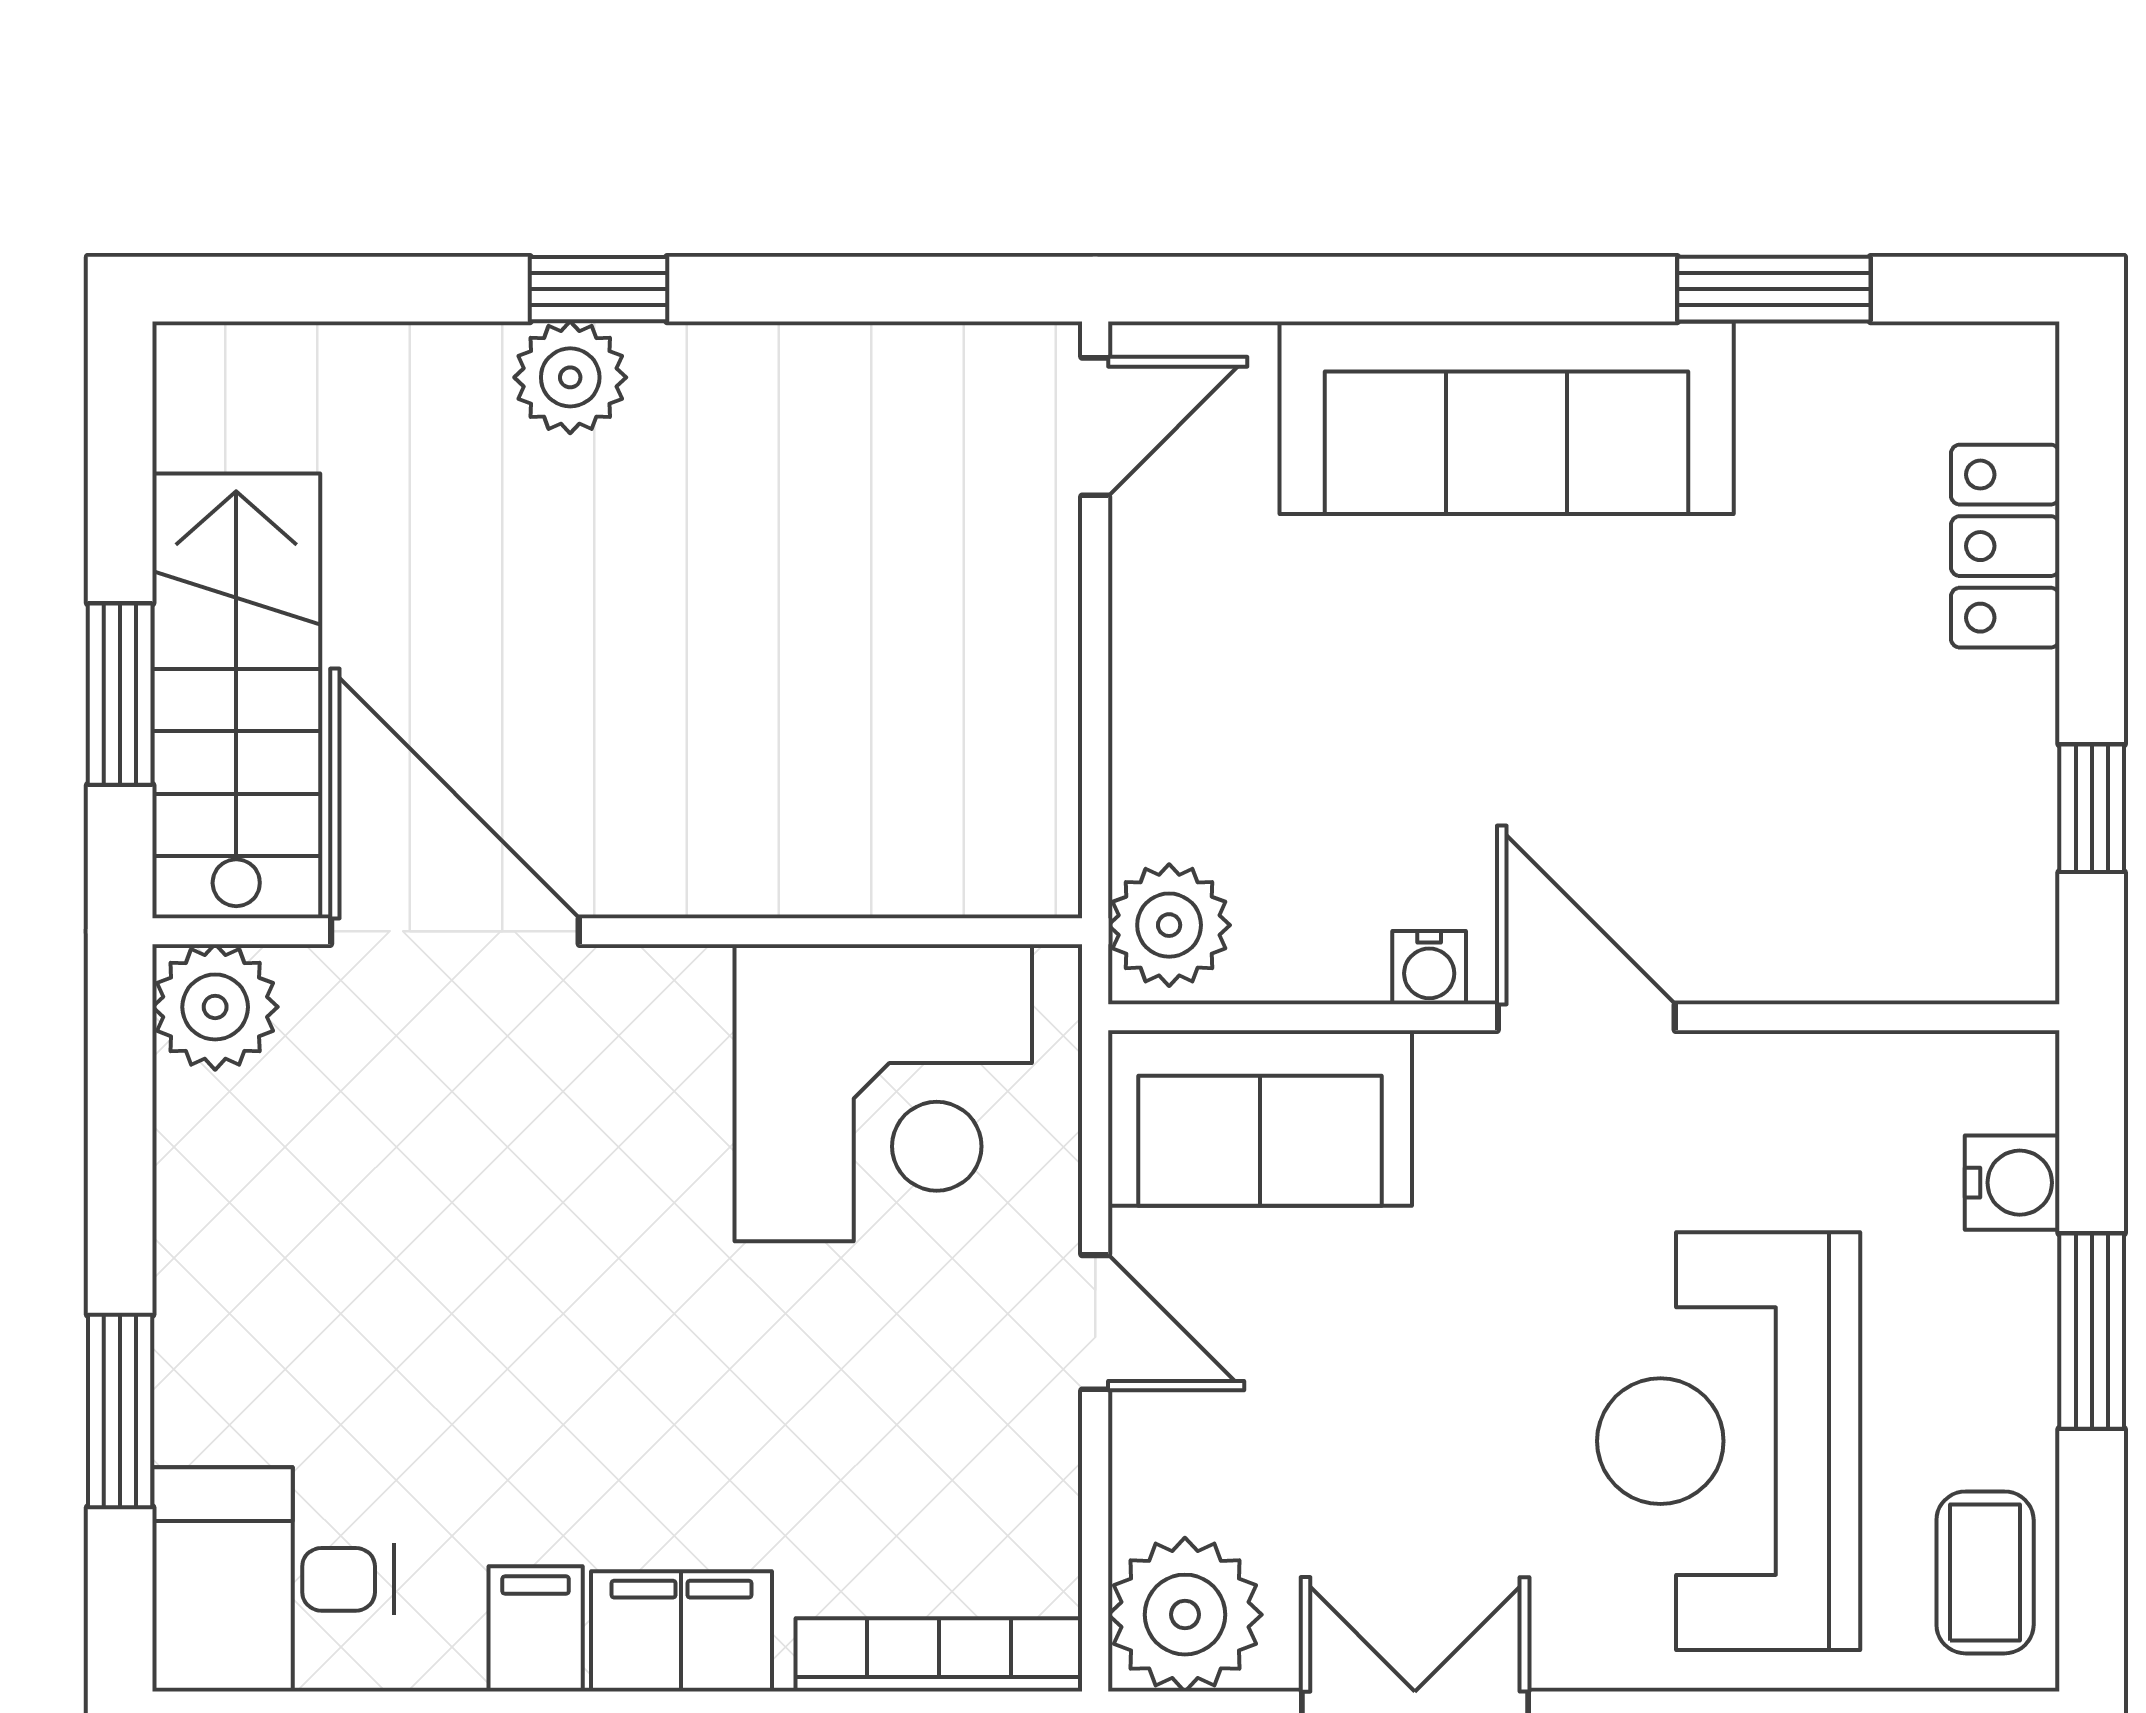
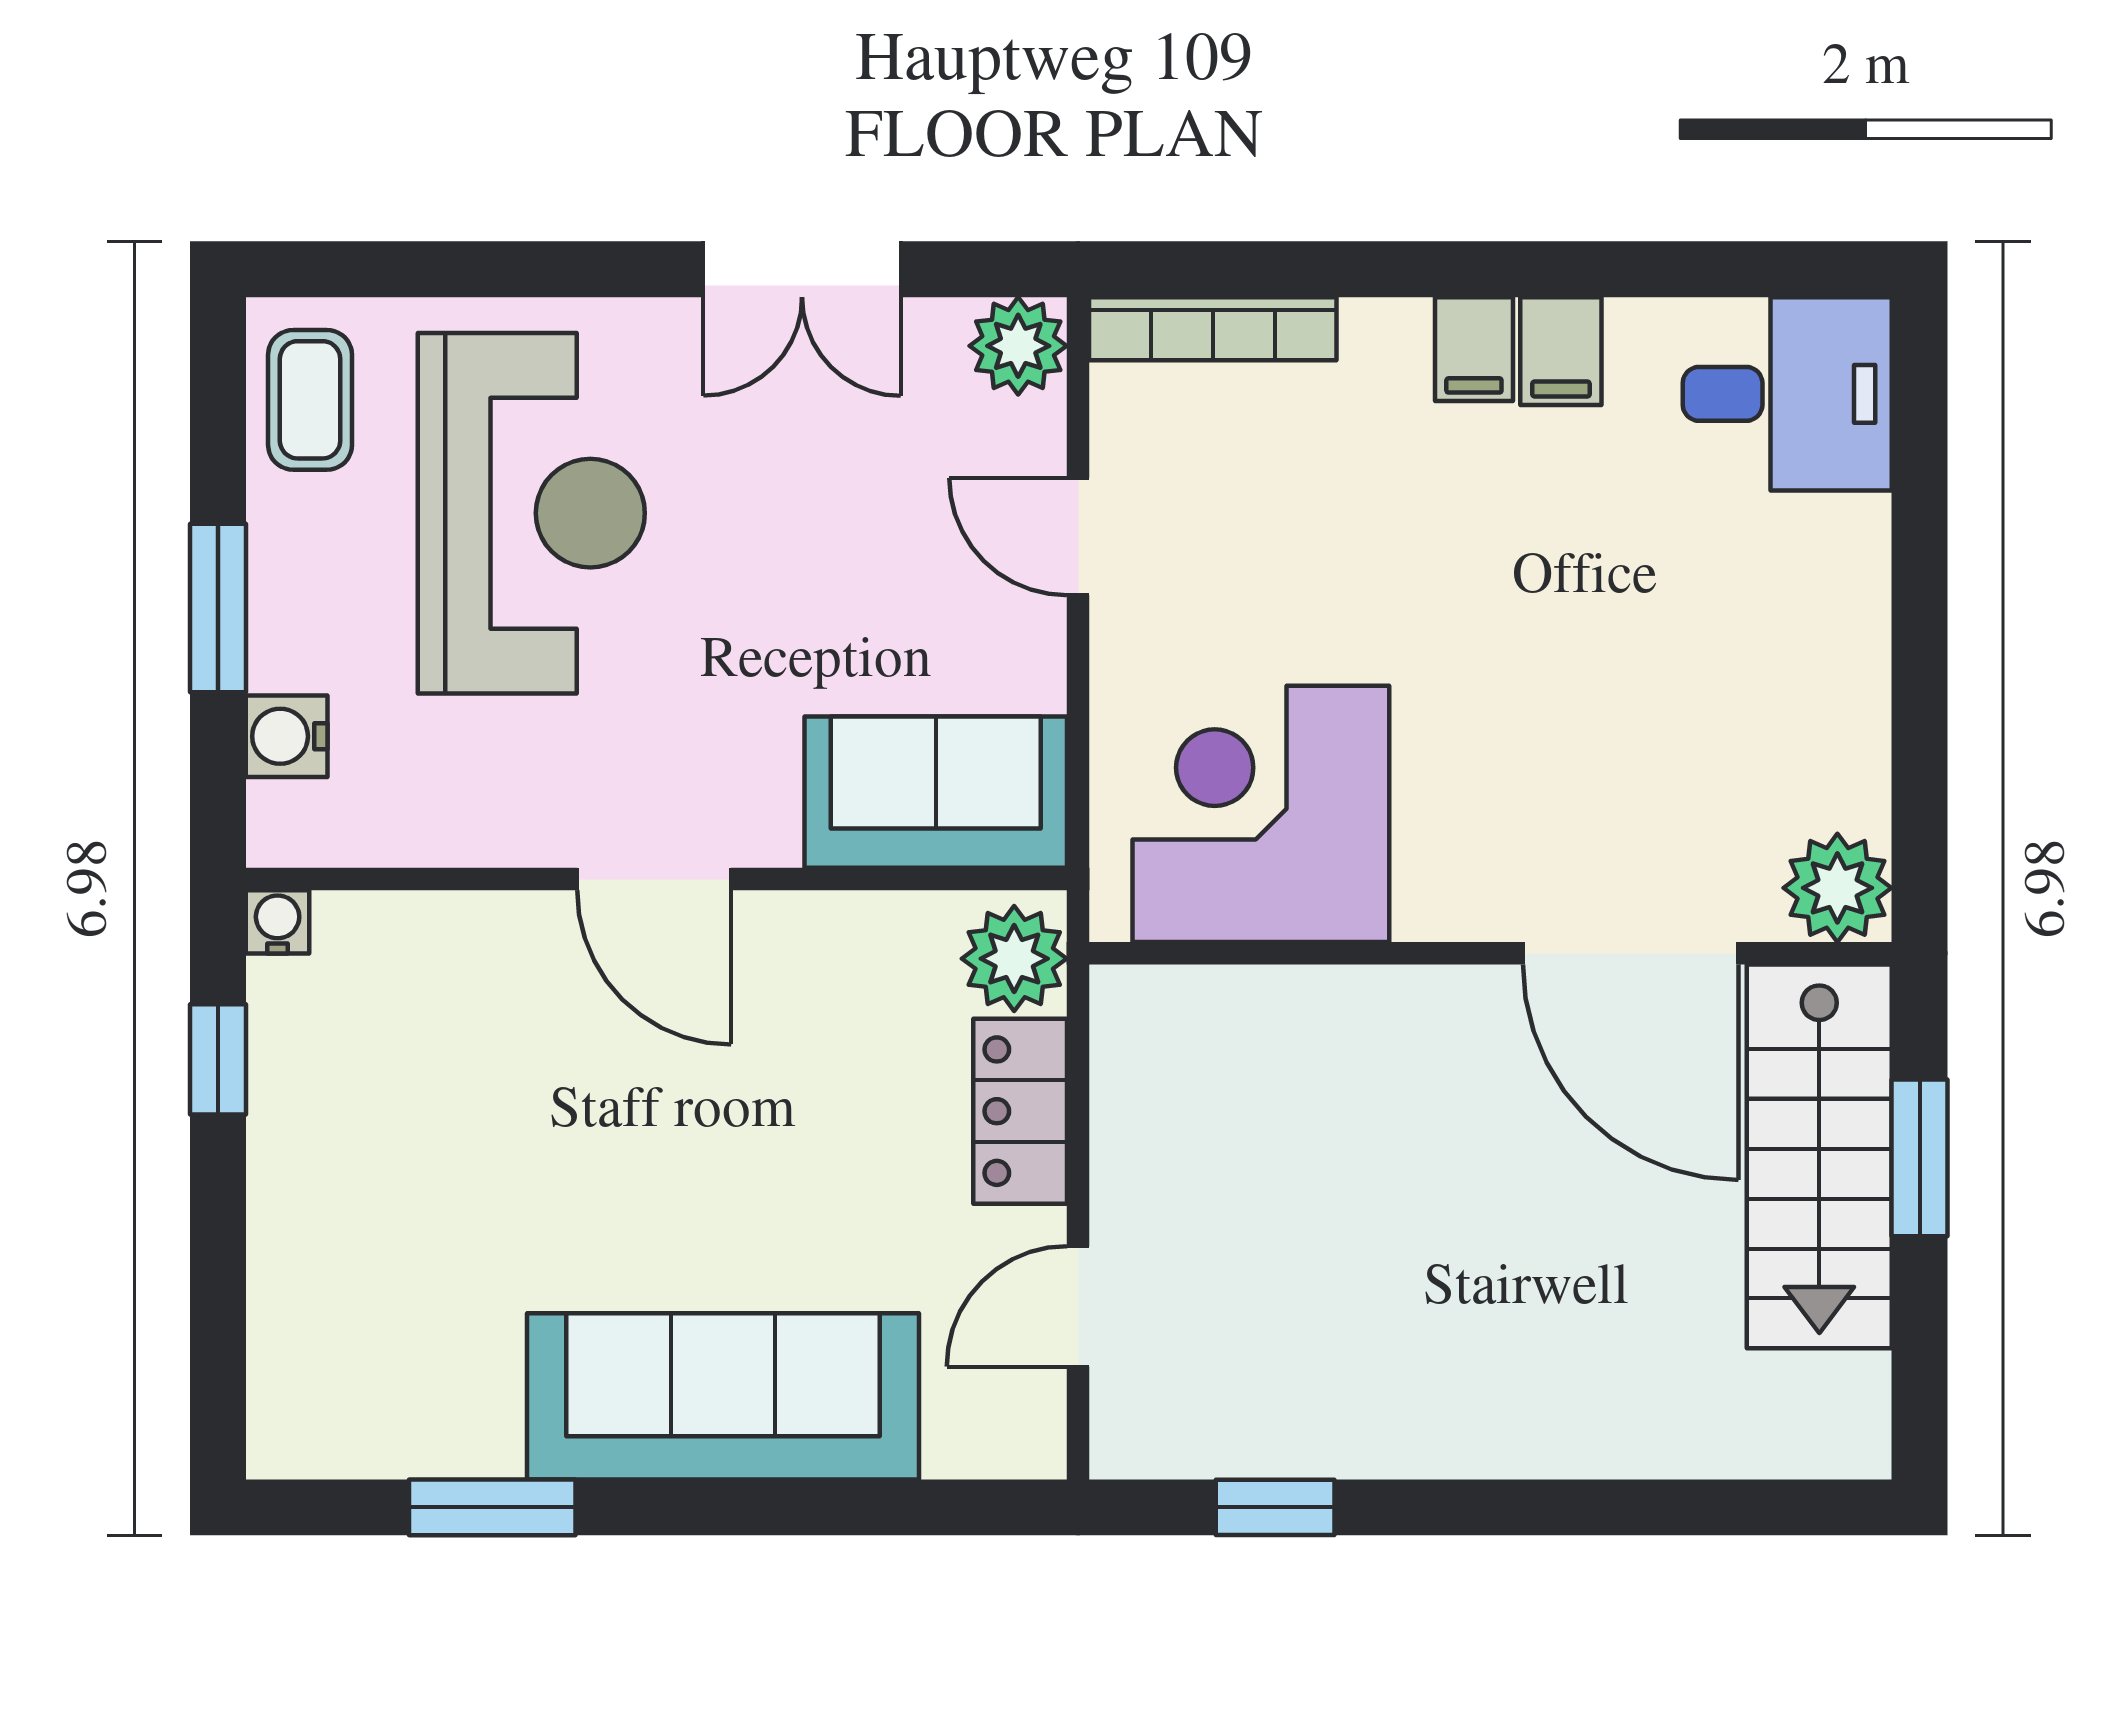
window: (599, 289) -> (1275, 1507), moved
plant: (570, 377) -> (1531, 1431), removed
door: (1095, 427) -> (1078, 1306), moved
locker: (2005, 546) -> (1020, 1111), moved, turned 180
water cooler: (1429, 968) -> (278, 922), moved
door: (1095, 1322) -> (1078, 537), moved
window: (120, 1411) -> (1920, 539), removed
plant: (1185, 1615) -> (1018, 346), width x0.73, depth x0.73
filing cabinet: (681, 1631) -> (1474, 349), width x0.50

